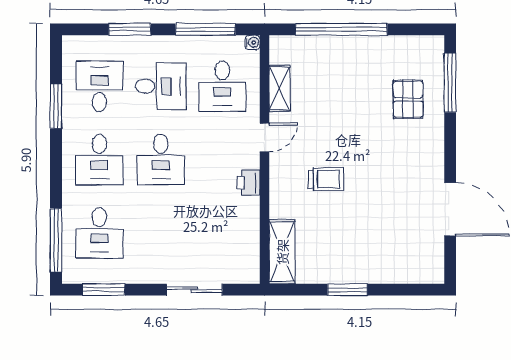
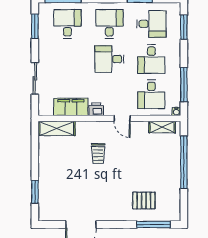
window: (130, 29) -> (184, 27), moved
desk: (222, 86) -> (151, 94), turned -90
shelving: (280, 88) -> (162, 127), moved
desk: (99, 160) -> (109, 24), turned 90
filing cabinet: (244, 227) -> (71, 107), added
desk: (99, 233) -> (67, 24), turned 90
window: (347, 290) -> (35, 192), moved

